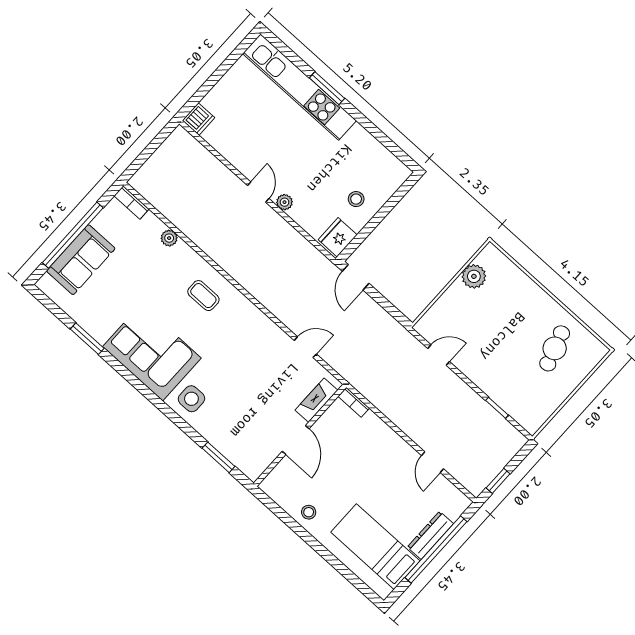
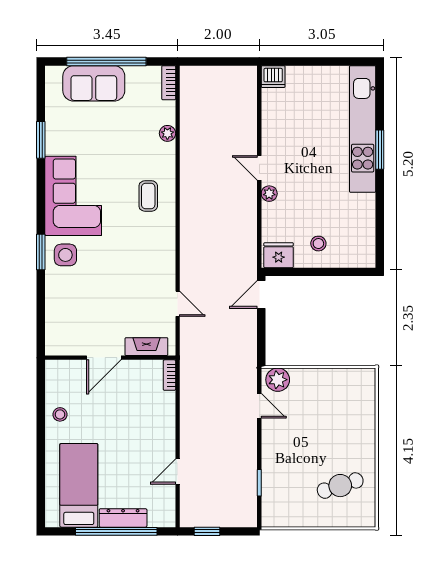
door: (258, 192) -> (259, 168), swing flipped
plant: (474, 276) -> (278, 380), moved
window: (219, 457) -> (41, 252), moved

